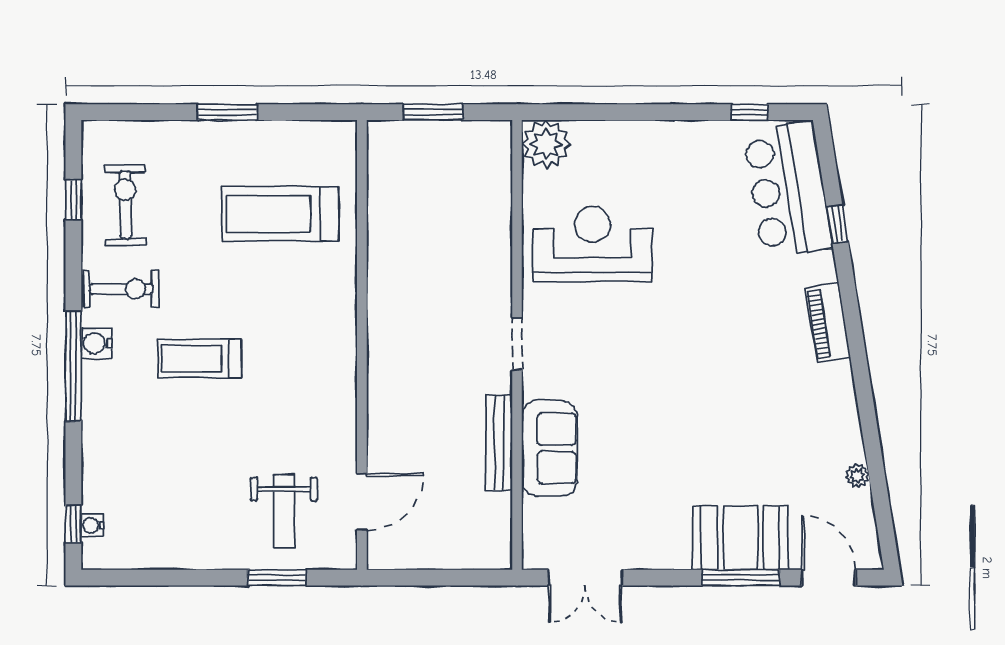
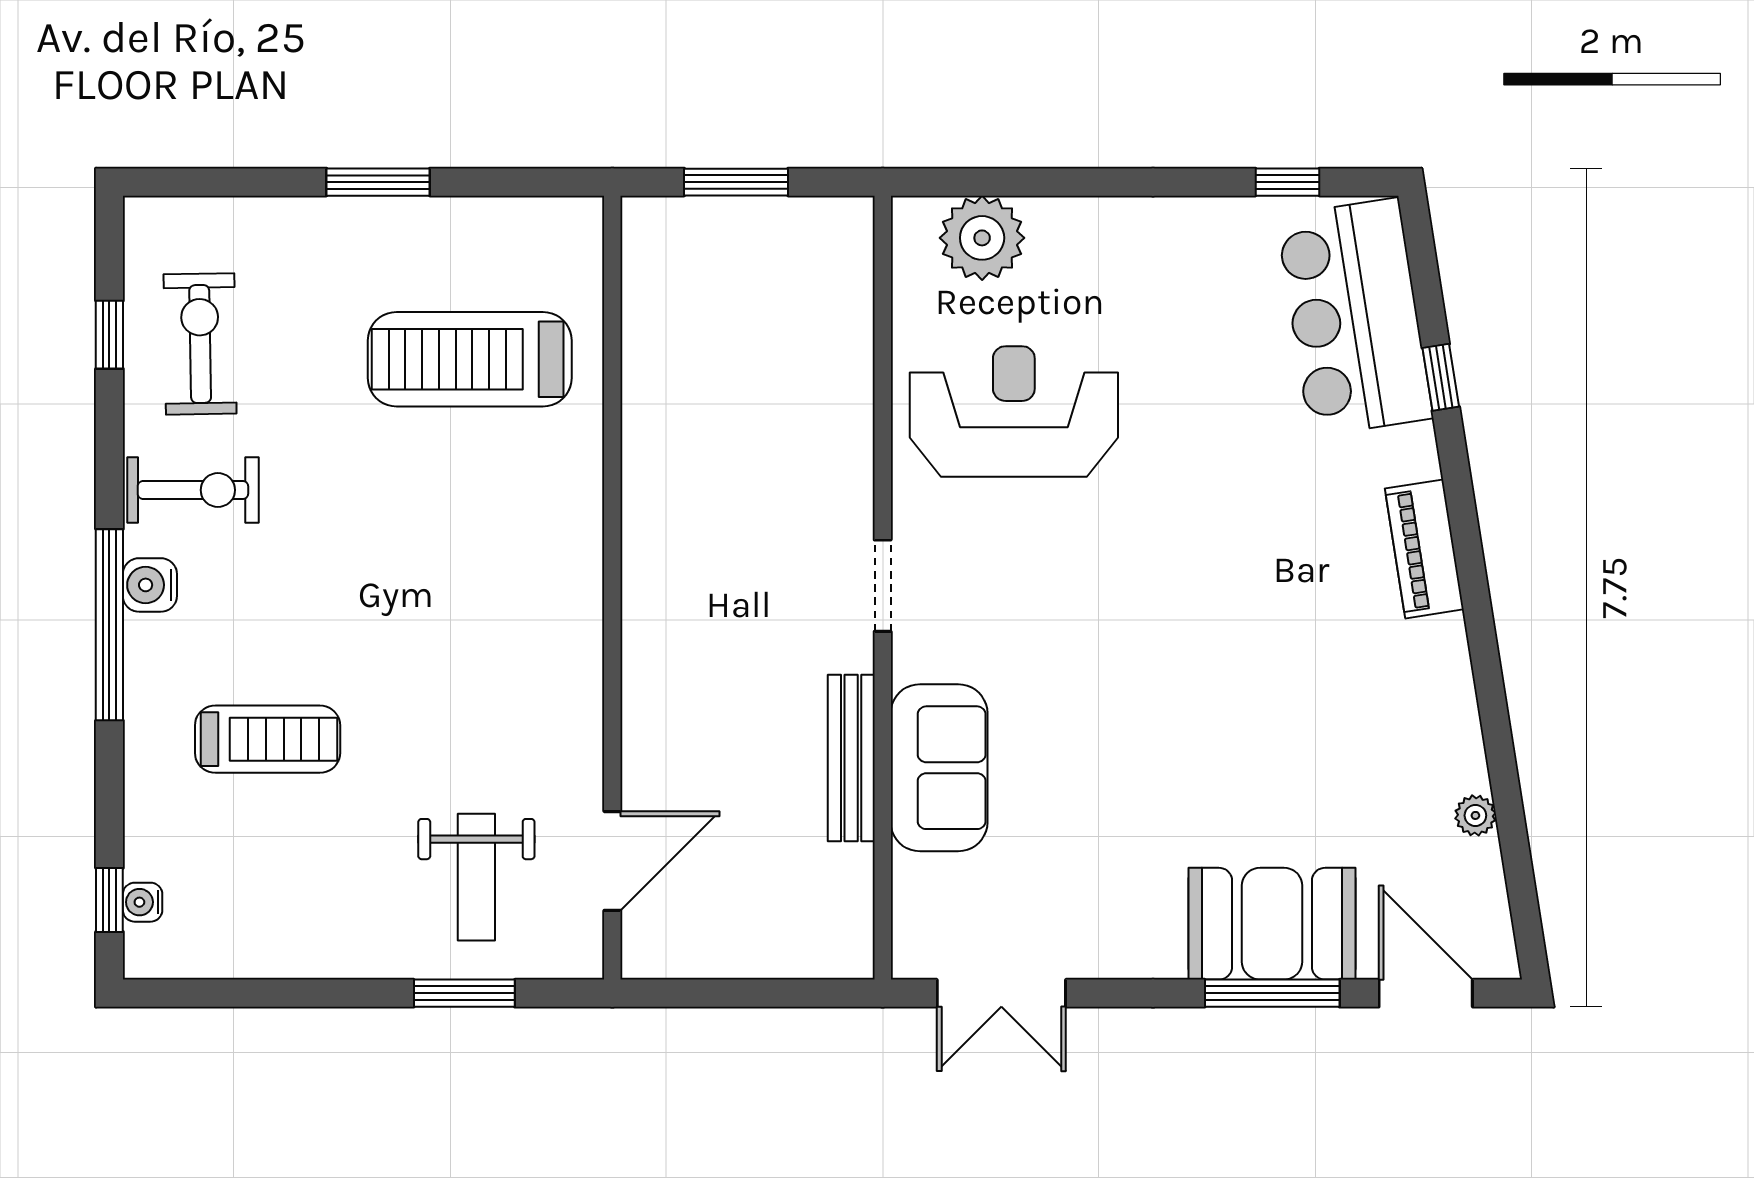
plant: (546, 144) -> (982, 238), moved
treadmill: (200, 359) -> (268, 739), moved, turned 180

